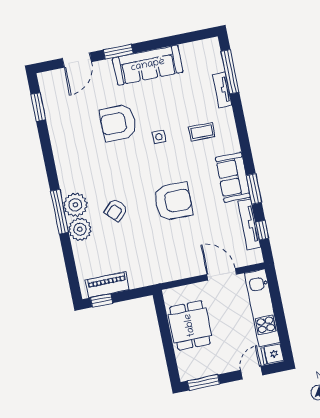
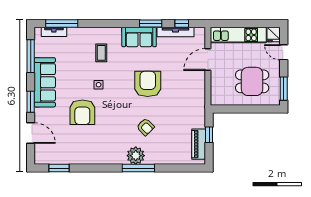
window: (178, 39) -> (31, 56), added
tv unit: (222, 90) -> (54, 32), moved
plant: (80, 229) -> (154, 156), removed
window: (101, 300) -> (209, 135), moved
dining table: (190, 325) -> (252, 81), moved

